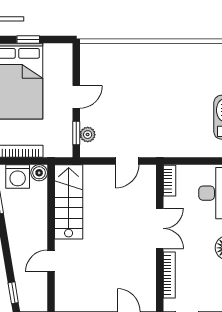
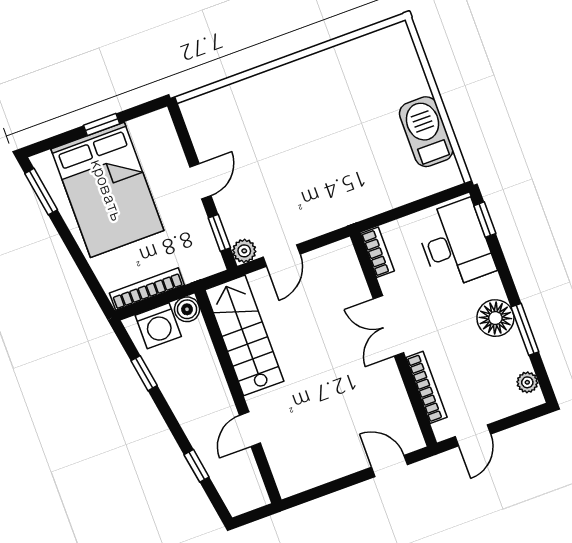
plant: (88, 135) -> (244, 251), moved
door: (127, 161) -> (282, 256), moved
double door: (160, 228) -> (389, 326), swing flipped
window: (13, 293) -> (197, 466), moved

